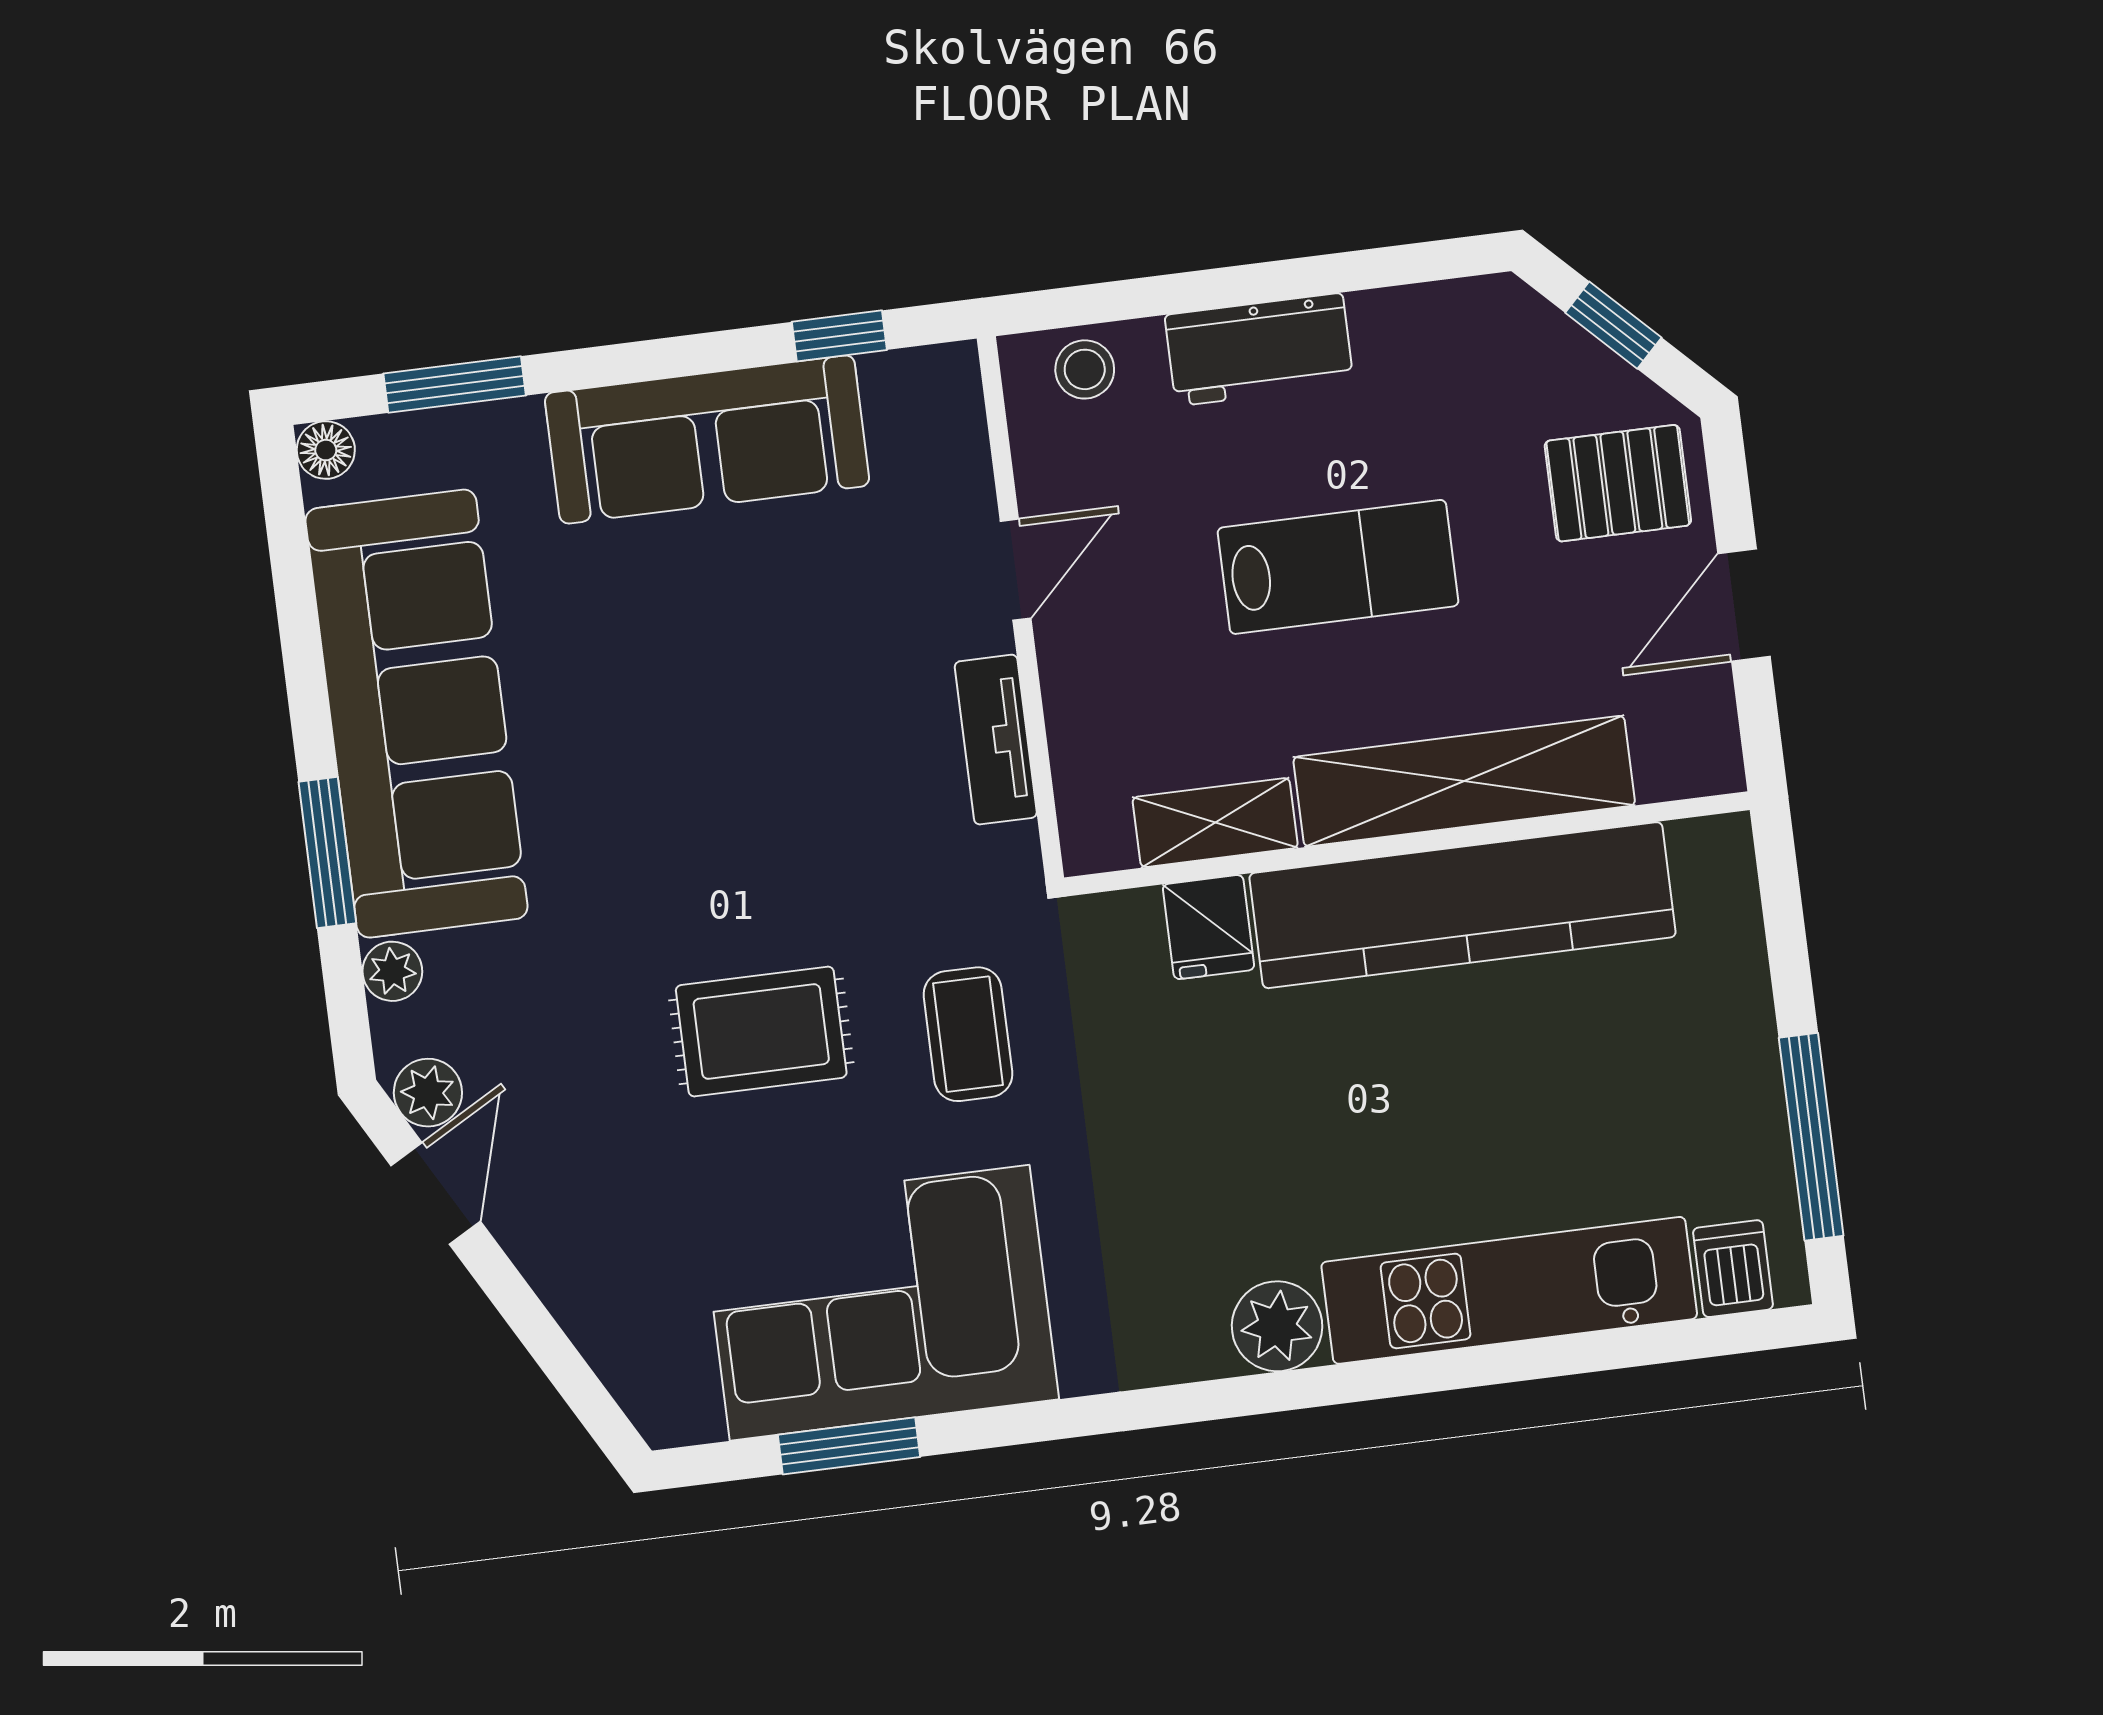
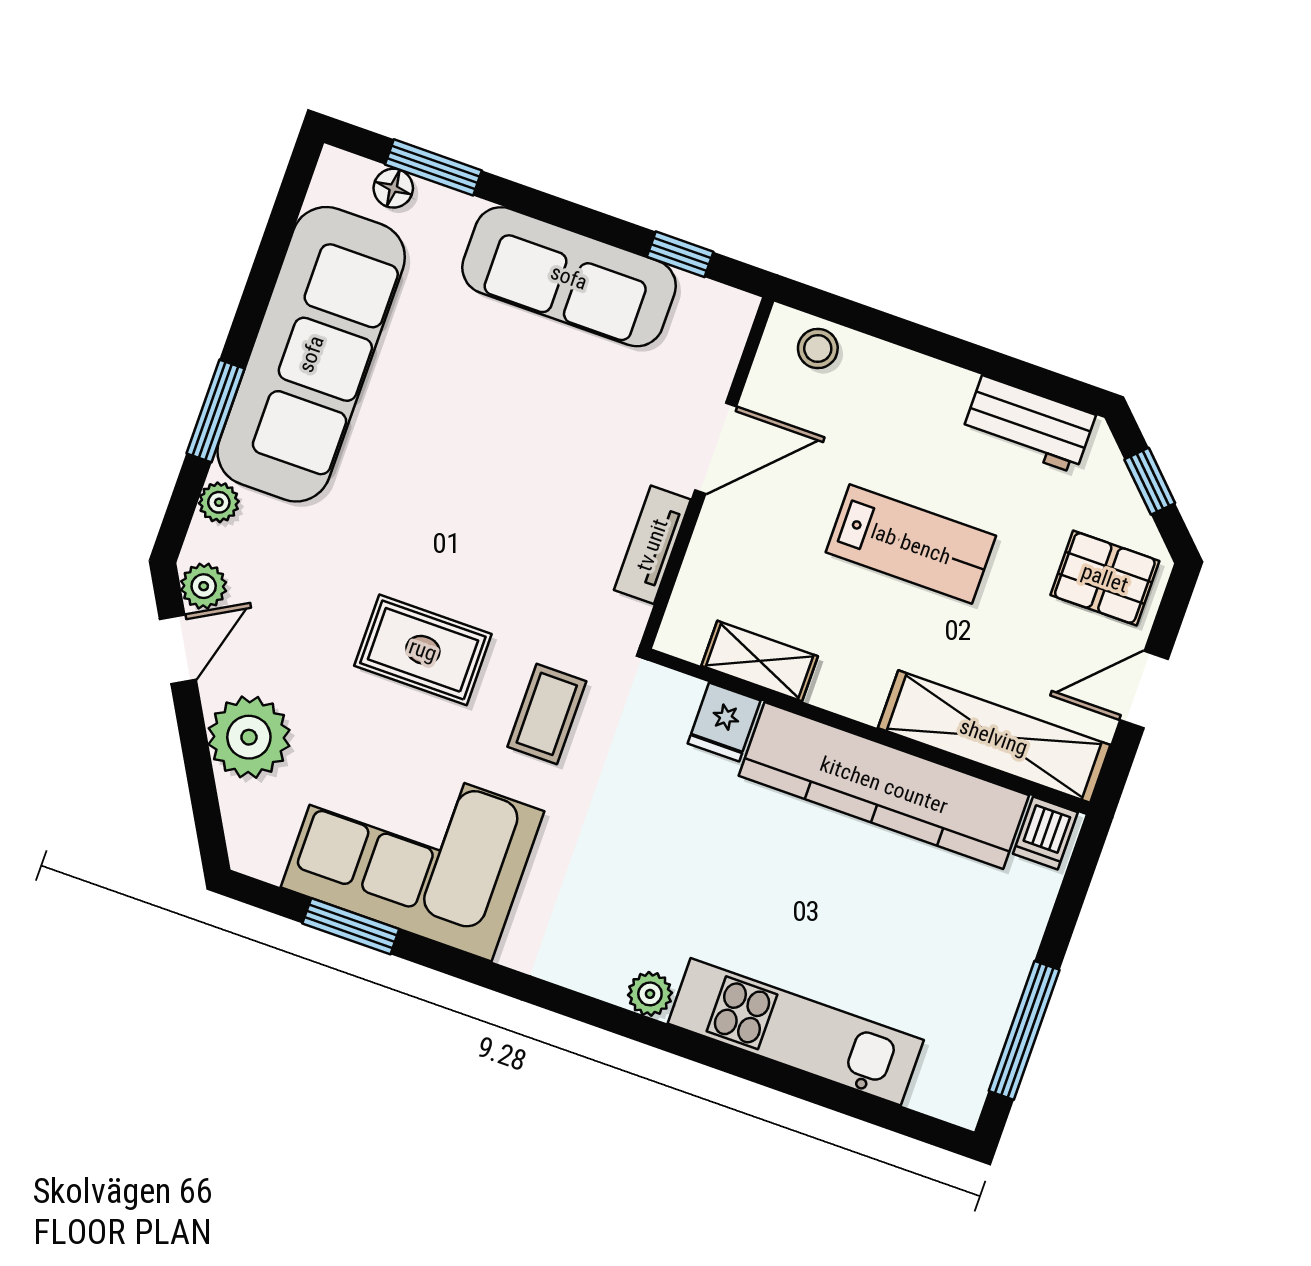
workbench: (1259, 350) -> (1029, 424), moved
floor lamp: (326, 450) -> (393, 188), moved
door: (1016, 570) -> (716, 448), width x1.38
shelving: (1464, 781) -> (994, 737), moved
plant: (588, 1263) -> (249, 737), added
dishwasher: (1733, 1269) -> (1045, 833), moved, turned 180
plant: (1277, 1326) -> (650, 994), width x0.73, depth x0.73

